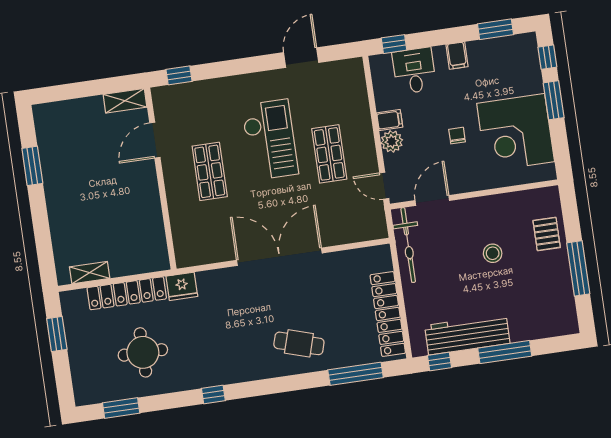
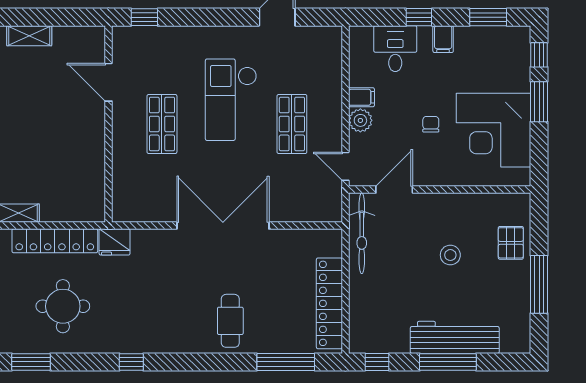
window: (394, 44) -> (419, 17), moved
shelving: (125, 101) -> (29, 36), moved
door: (155, 140) -> (108, 82), hinge flipped
checkout: (270, 140) -> (231, 100), turned 180
workbench: (467, 334) -> (455, 337), moved
cafe table: (299, 343) -> (230, 321), turned 73

